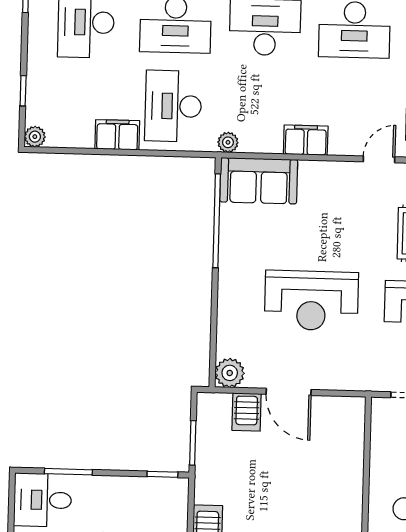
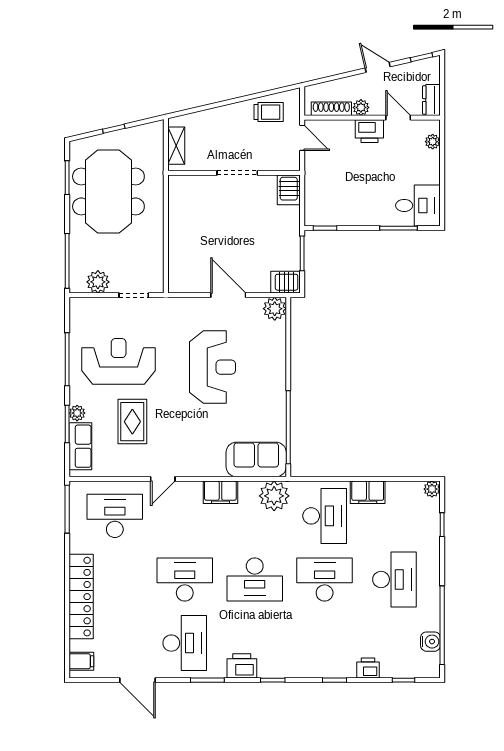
plant: (228, 142) -> (274, 496), width x1.88, depth x1.88
reception desk: (311, 300) -> (213, 367), turned 90
server rack: (247, 412) -> (285, 282), moved, turned -90

